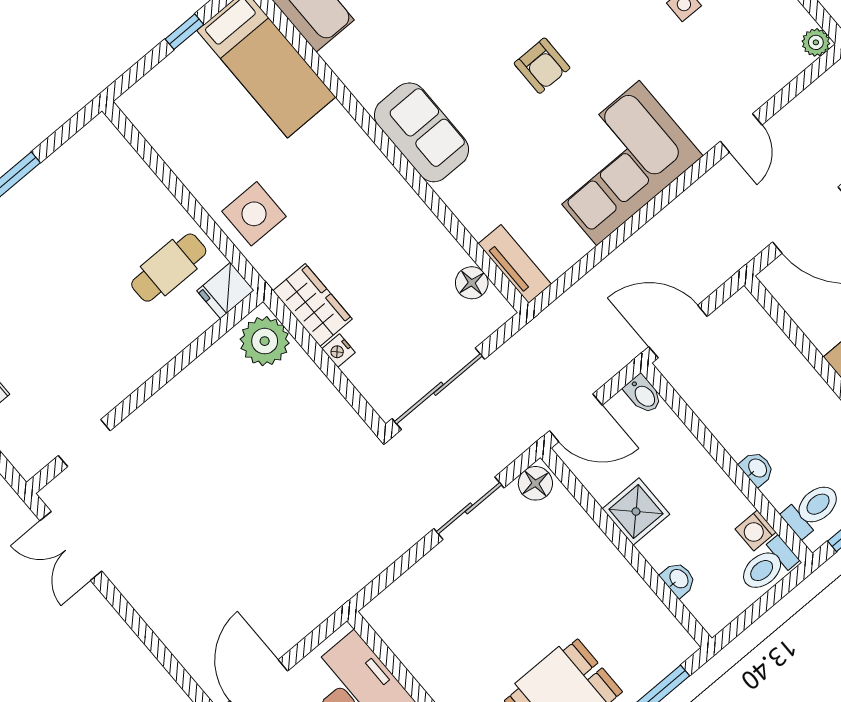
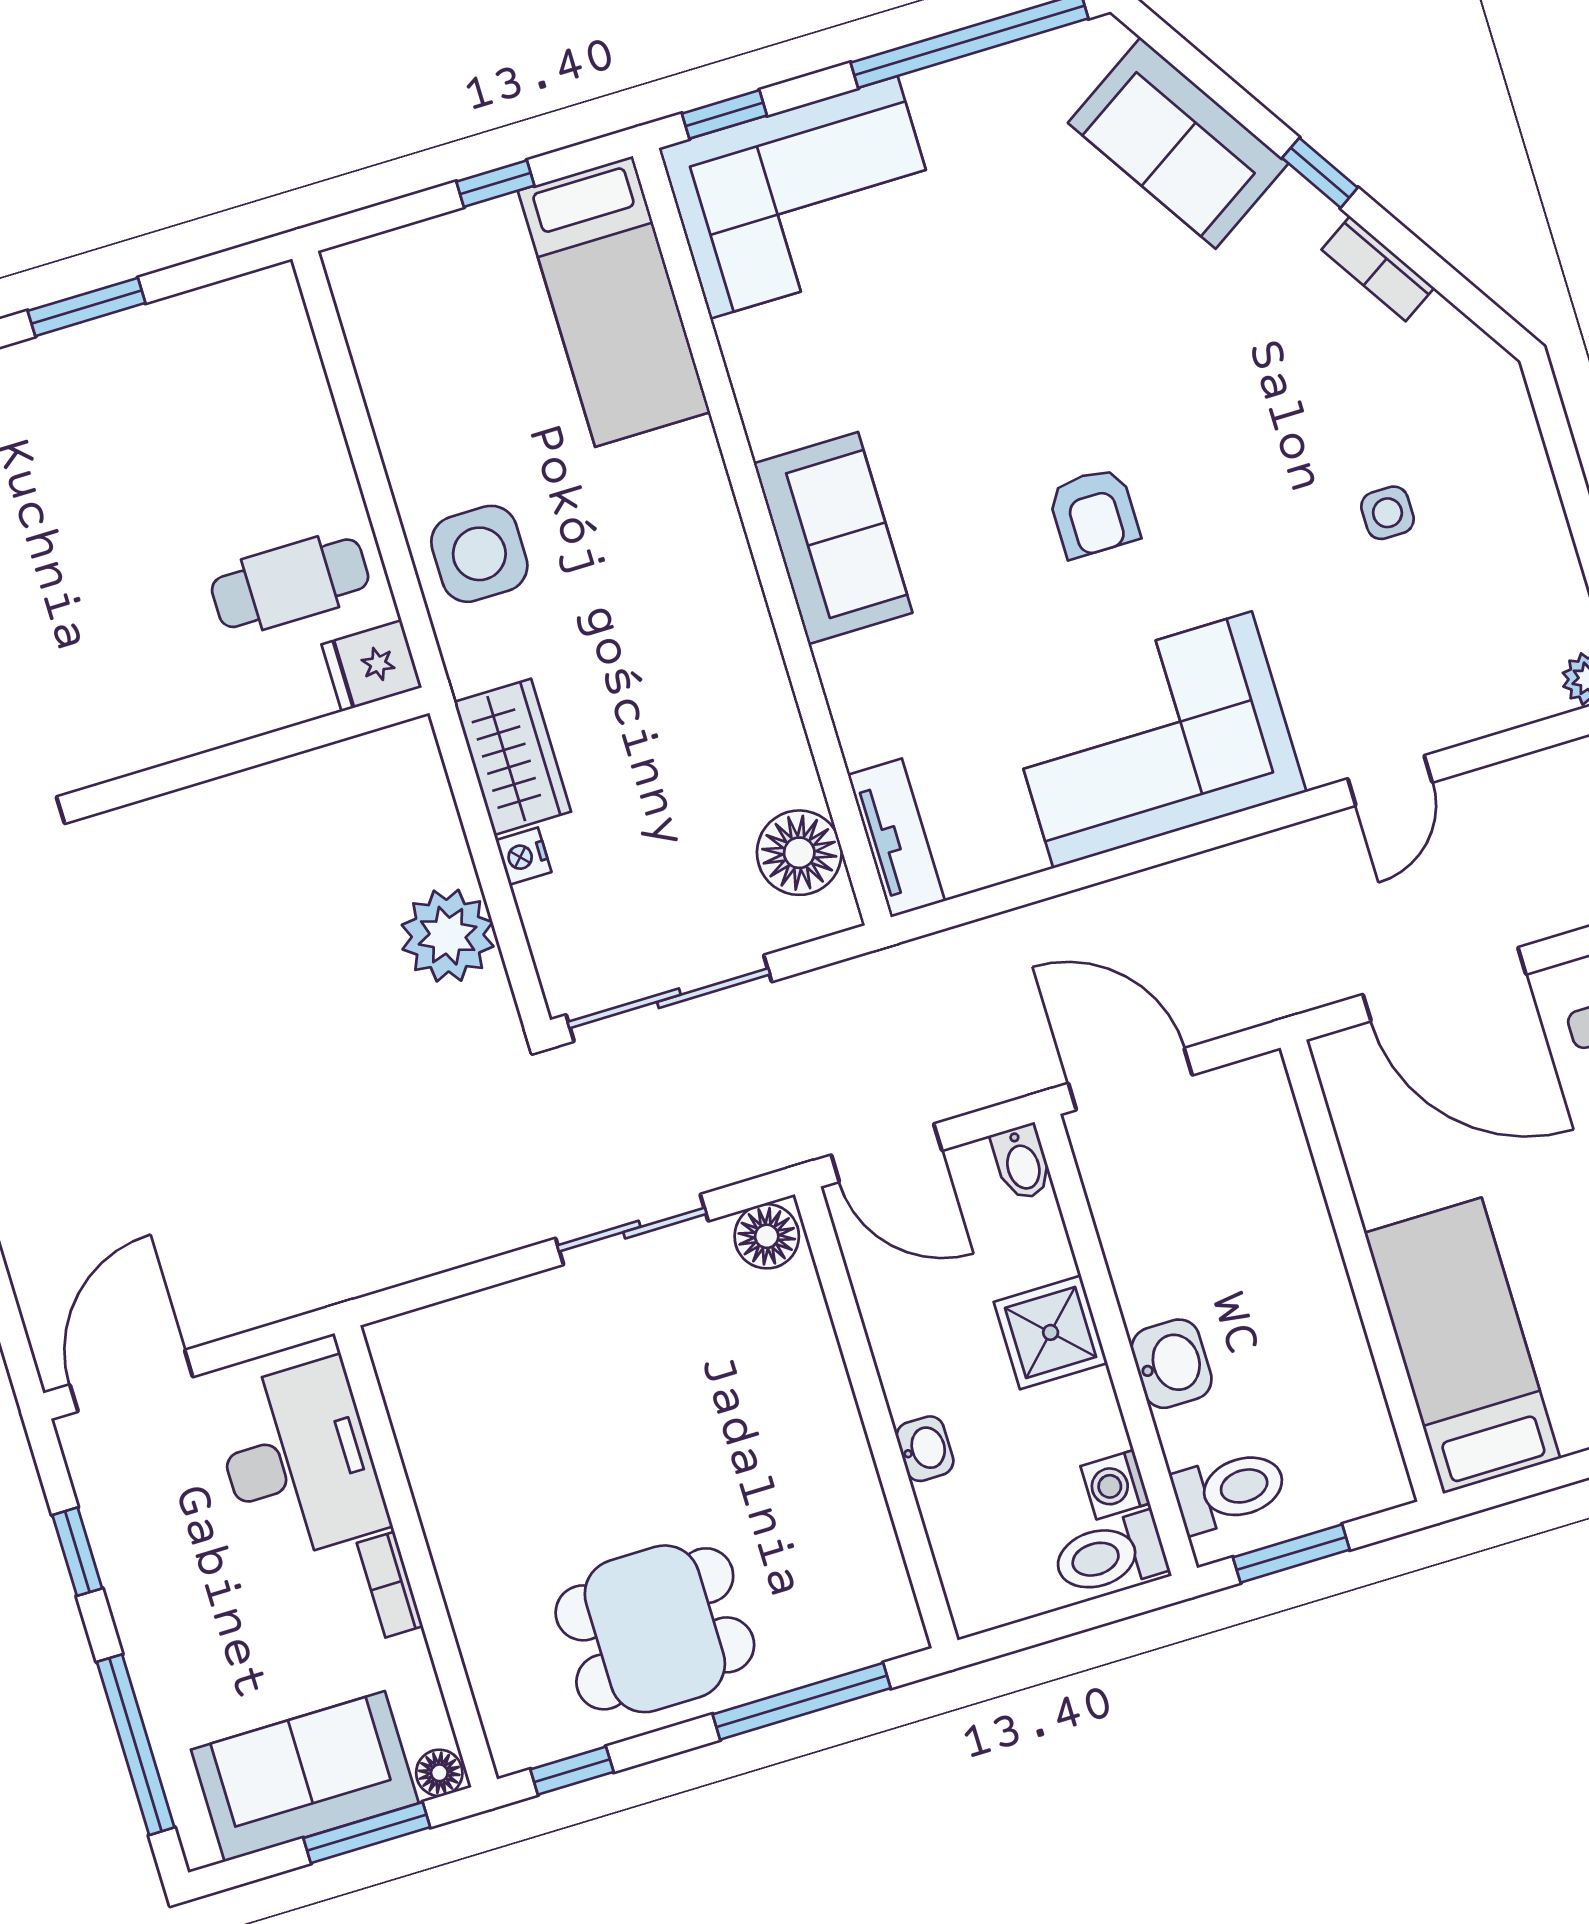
floor lamp: (472, 283) -> (799, 853), width x1.38, depth x1.38
plant: (265, 341) -> (448, 936), moved
washbasin: (757, 468) -> (1172, 1364), width x1.38, depth x1.45
shower: (636, 511) -> (1051, 1332), moved
washbasin: (678, 579) -> (925, 1449), moved

